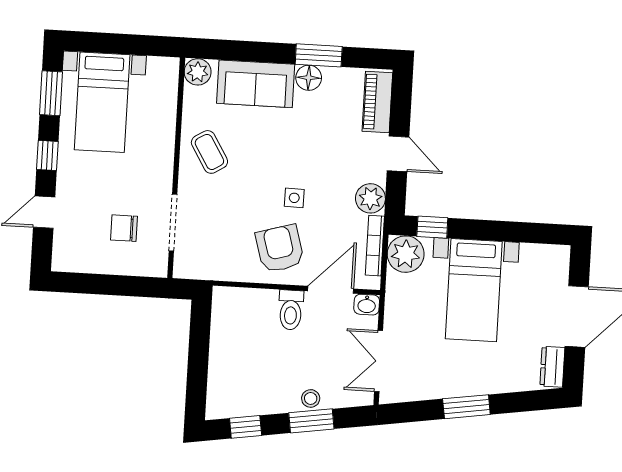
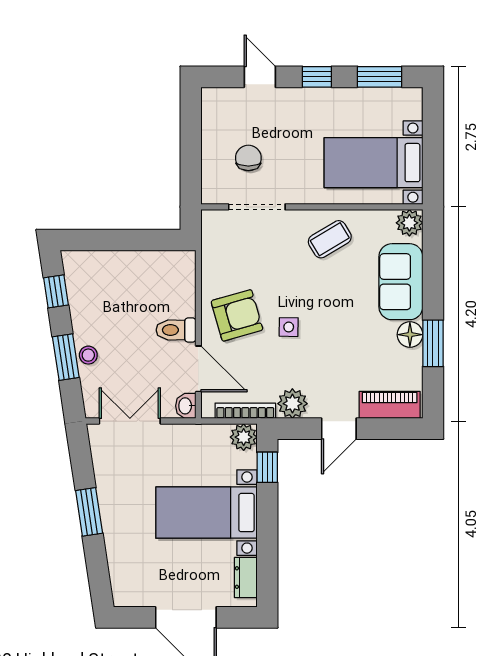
bed with nightstands: (102, 102) -> (373, 163), moved
plant: (406, 254) -> (244, 437), width x0.73, depth x0.73
dresser: (552, 367) -> (246, 578), moved, turned -90

